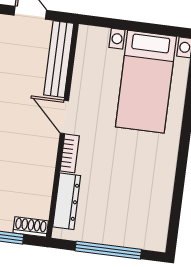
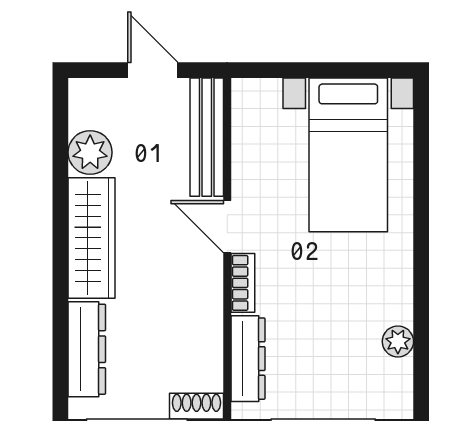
plant: (162, 203) -> (398, 341), added

